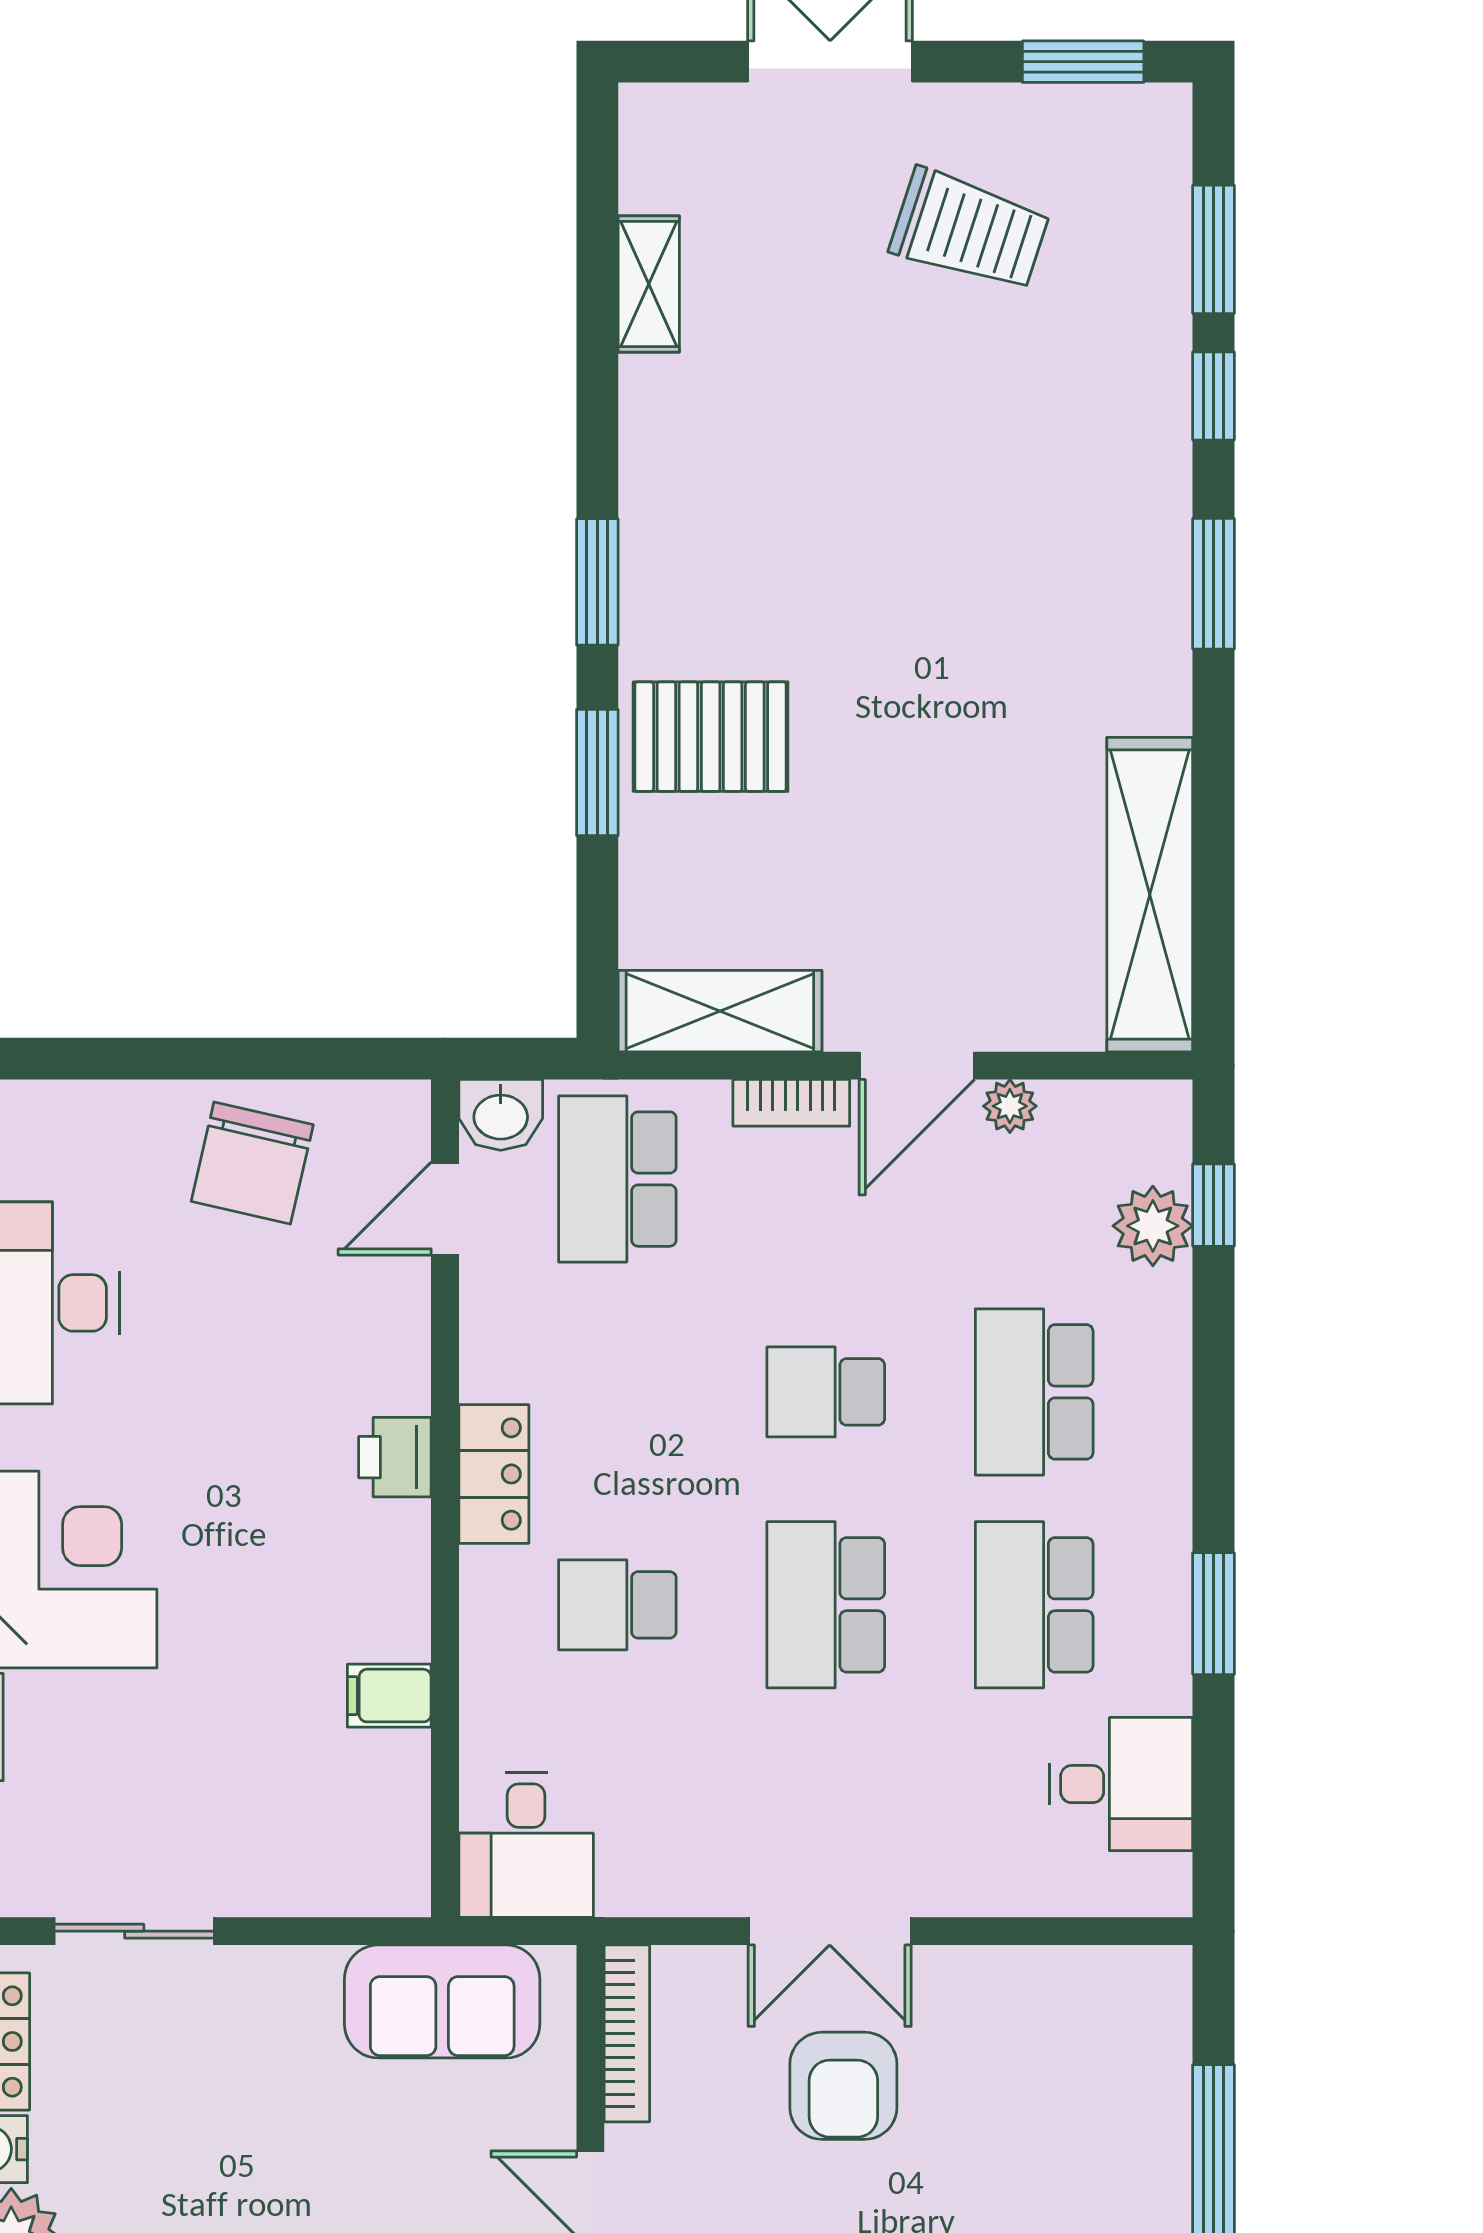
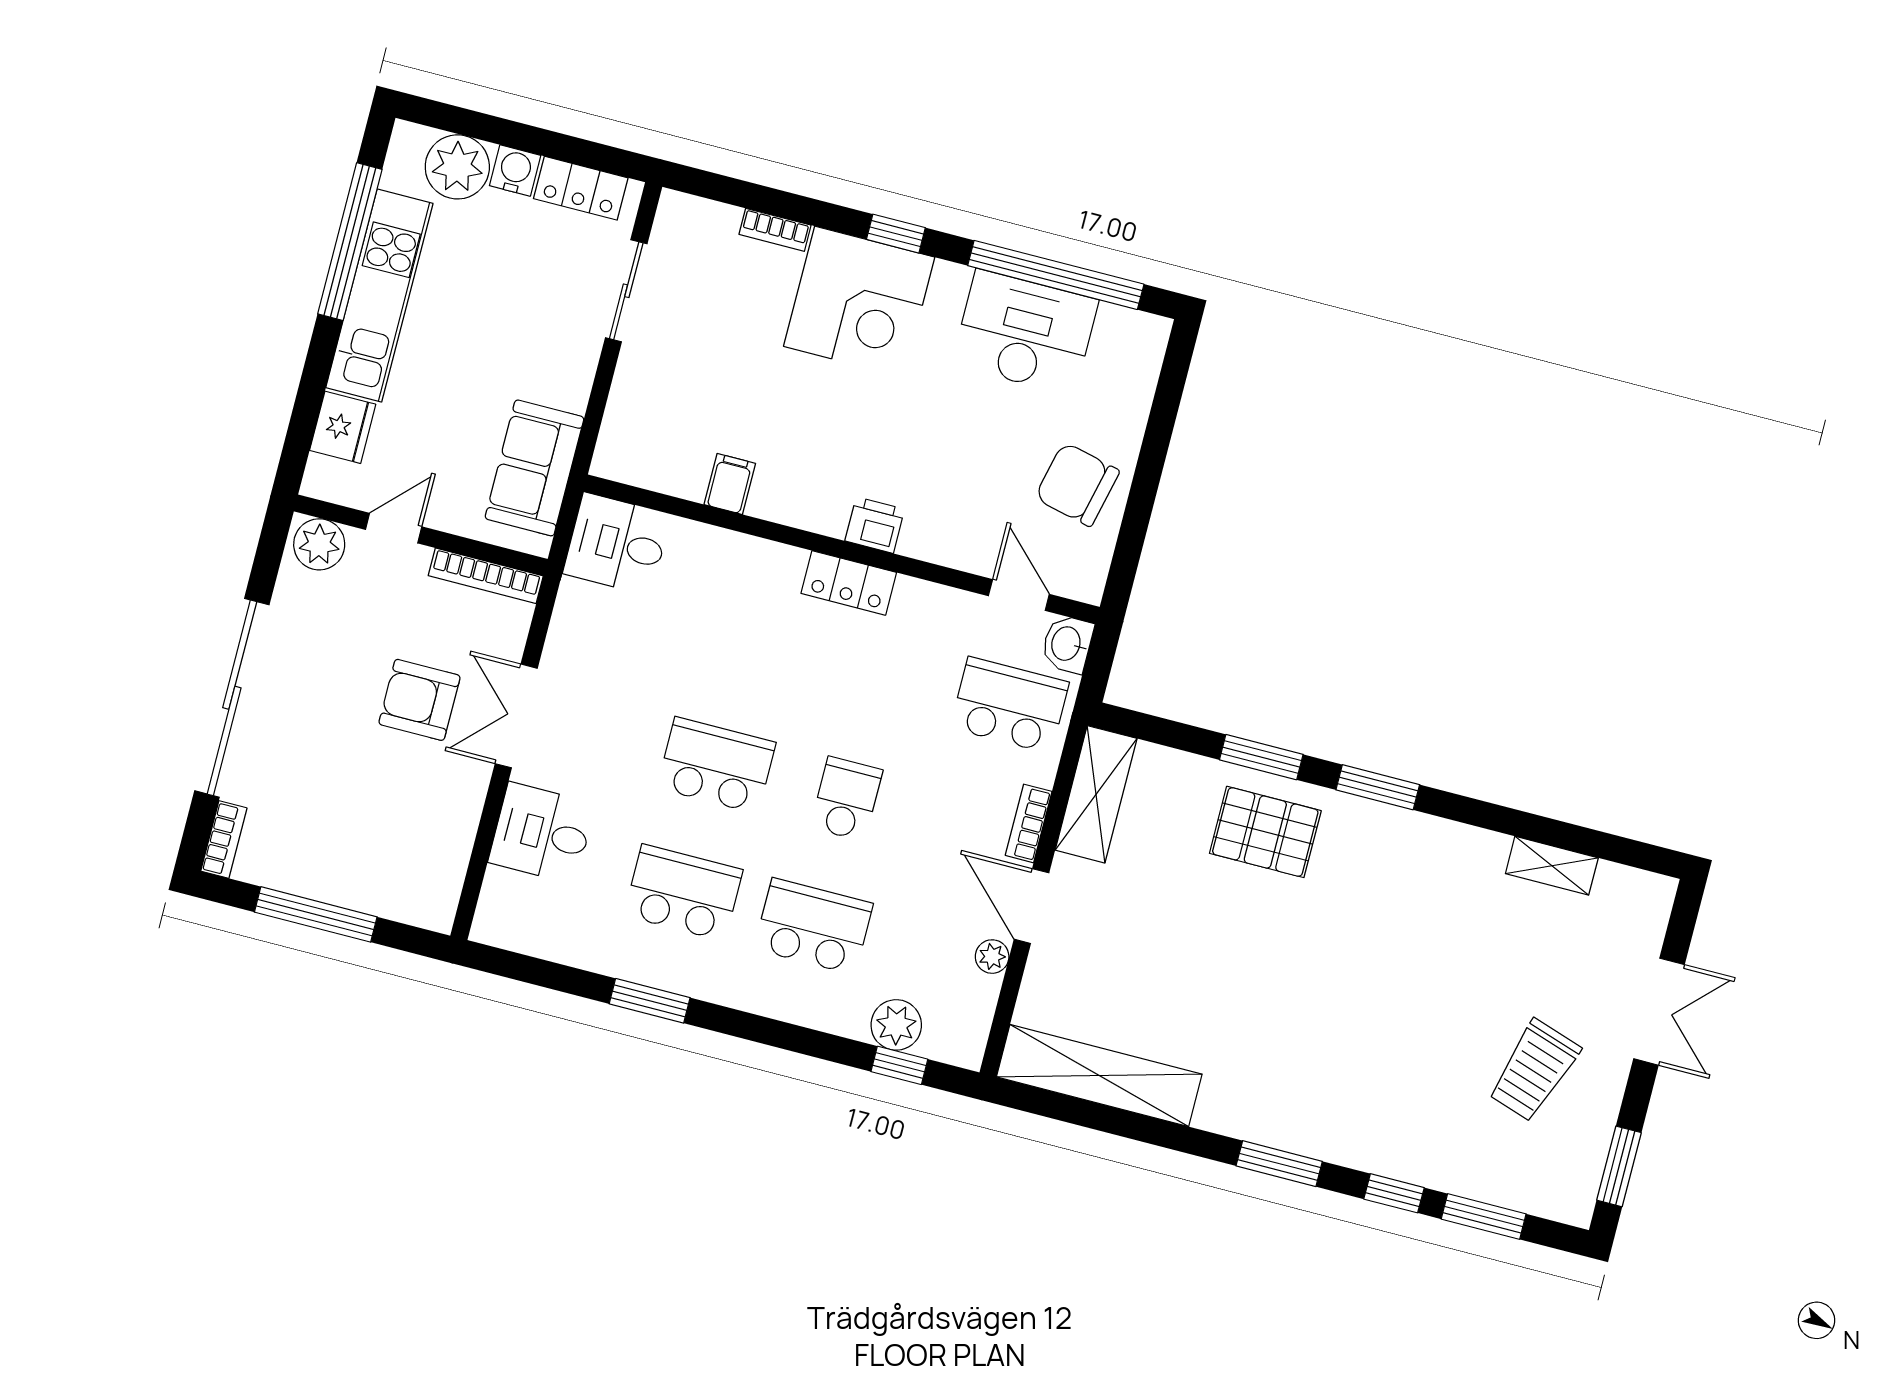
pallet: (711, 737) -> (1265, 832), turned 90
school desk: (617, 1605) -> (749, 638), removed
desk: (1121, 1784) -> (542, 833), moved, turned 90

